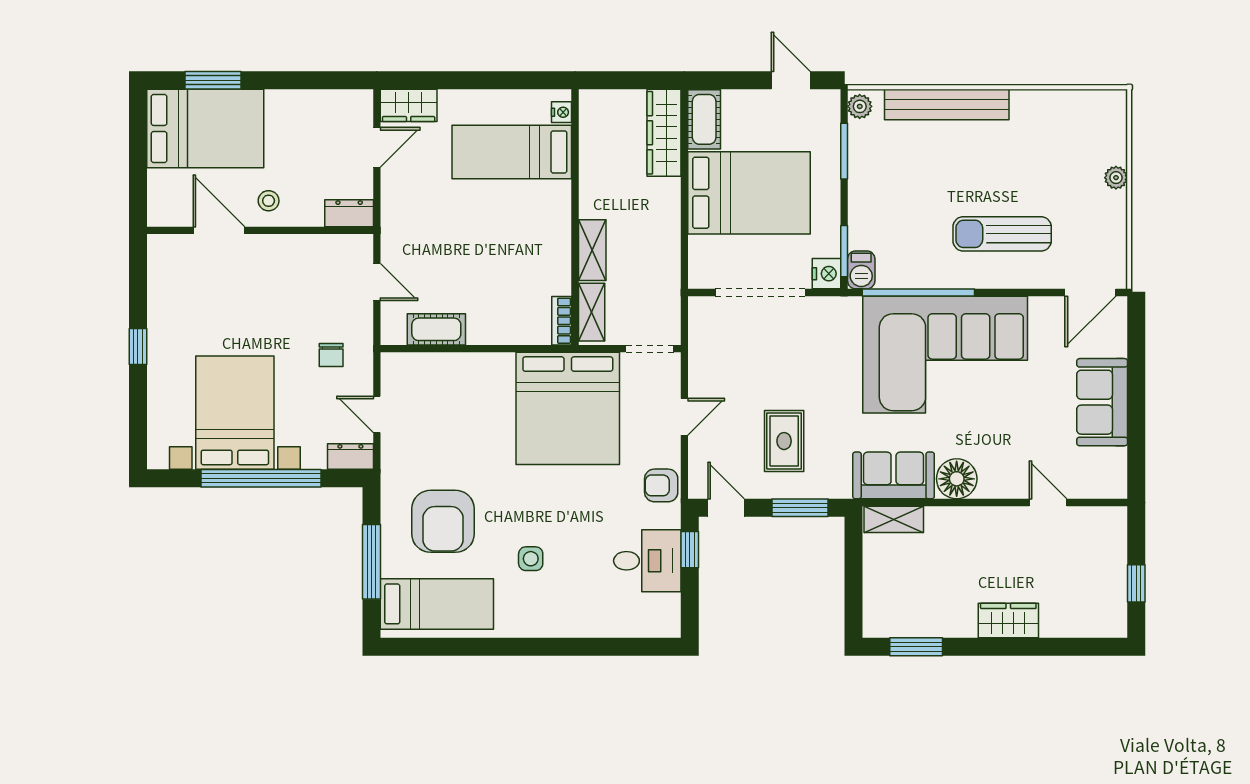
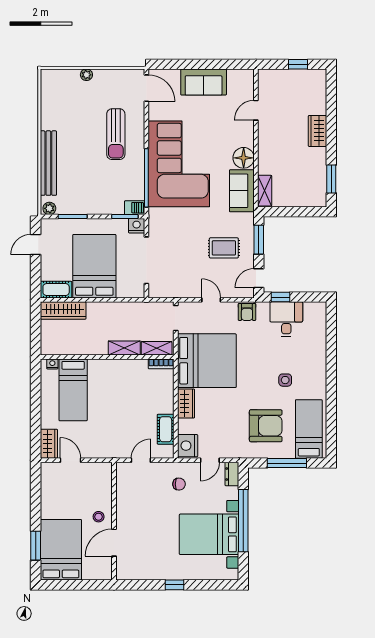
dresser: (349, 213) -> (105, 475), removed
wardrobe: (486, 368) -> (186, 403), added
nightstand: (405, 371) -> (188, 446), added

